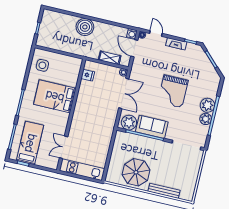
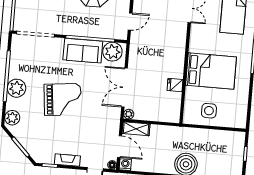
shelving: (110, 58) -> (136, 129), moved
side table: (42, 65) -> (209, 111), moved
fridge: (88, 75) -> (175, 85), moved
grand piano: (173, 91) -> (63, 99), turned 84
plant: (206, 119) -> (12, 118), moved
door: (112, 144) -> (130, 21), added

